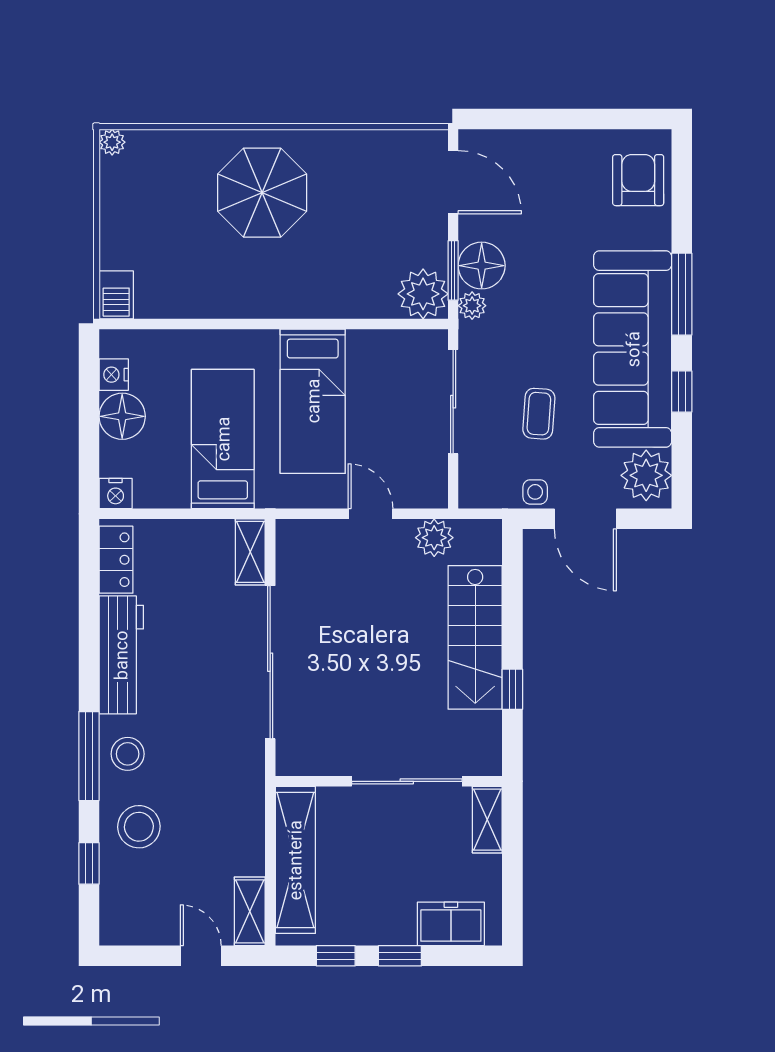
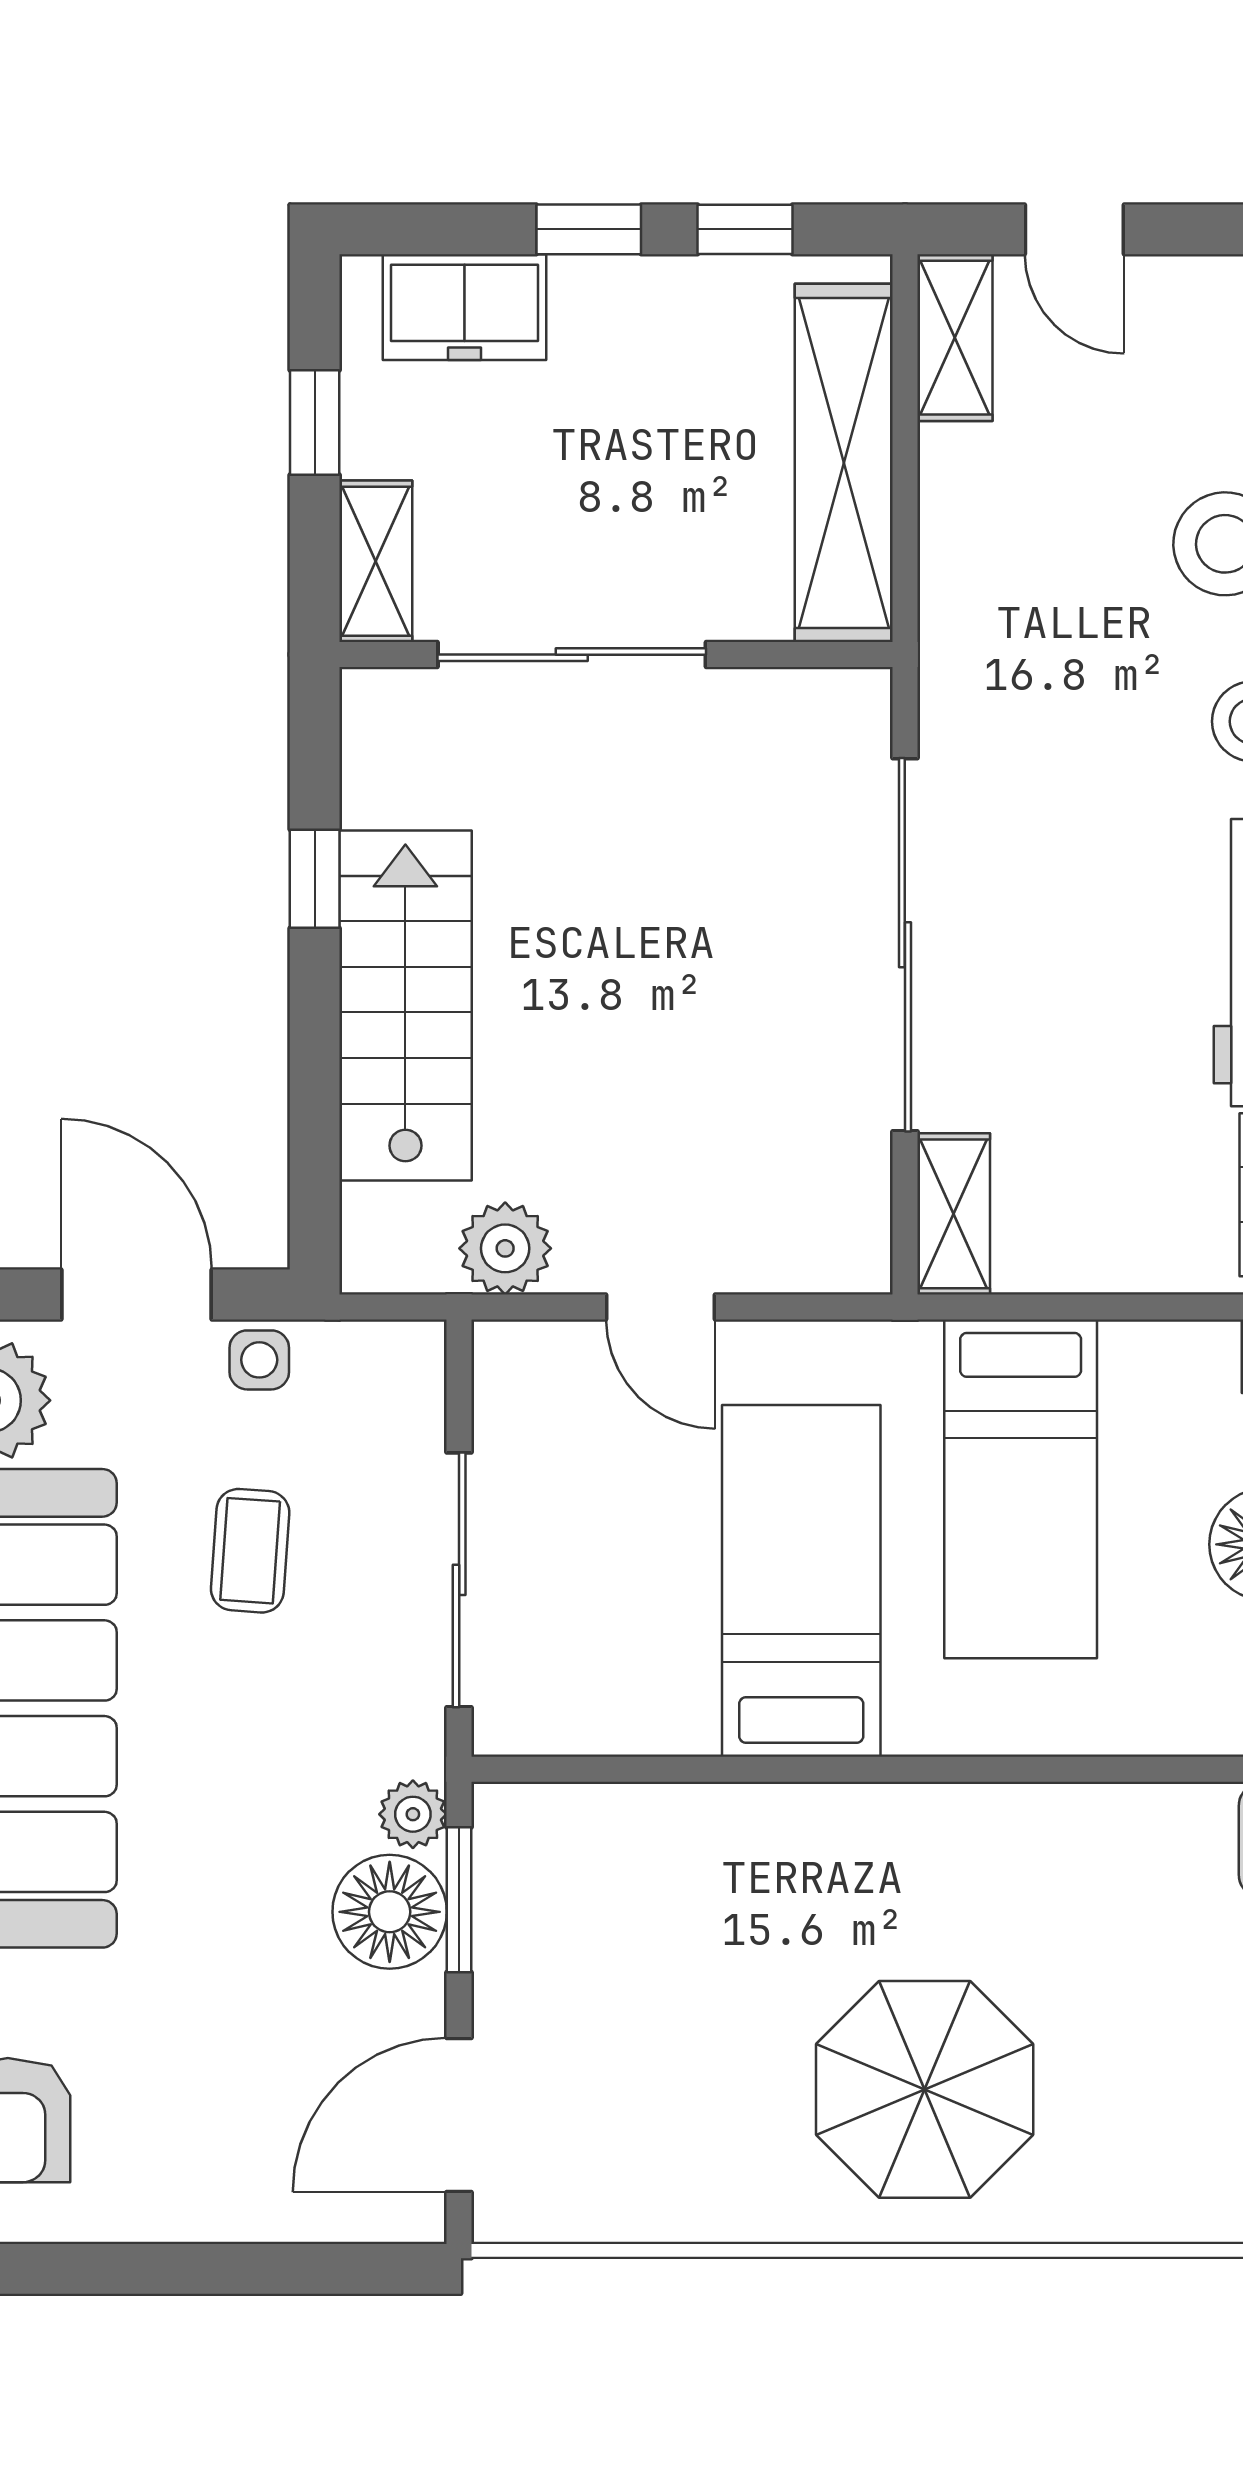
door: (453, 182) -> (459, 2115), hinge flipped
plant: (423, 294) -> (532, 1843), removed
window: (512, 877) -> (315, 422), added

